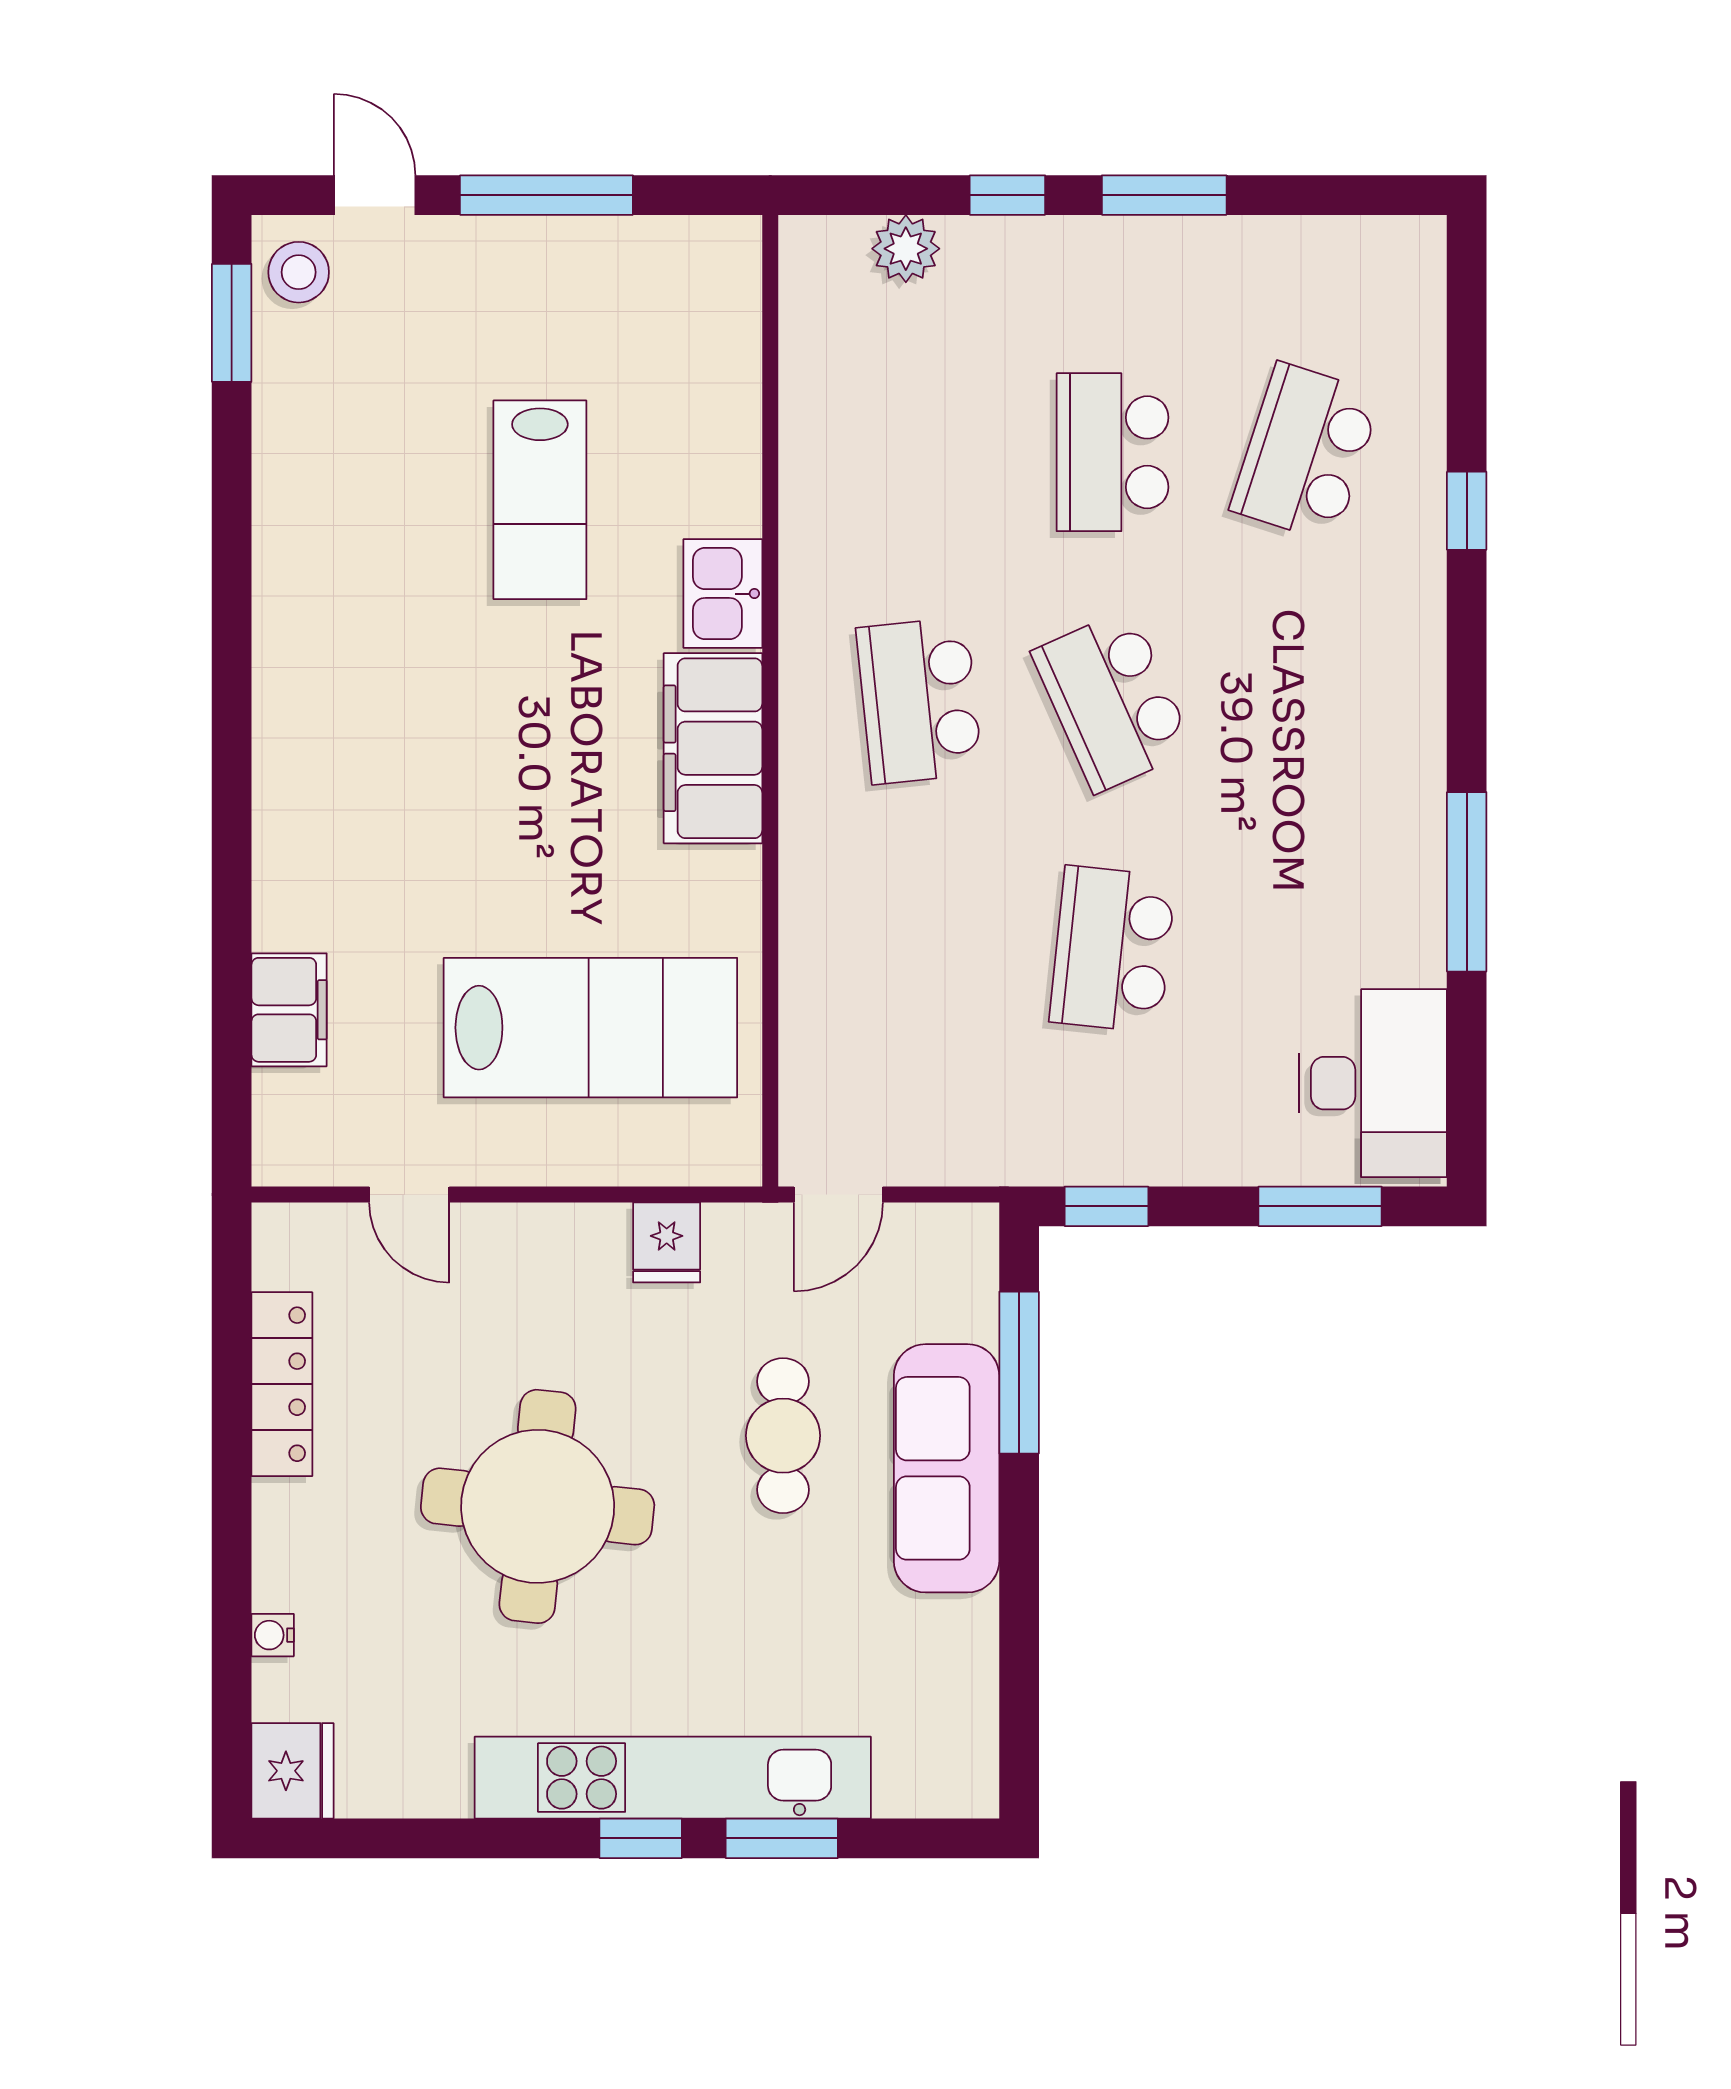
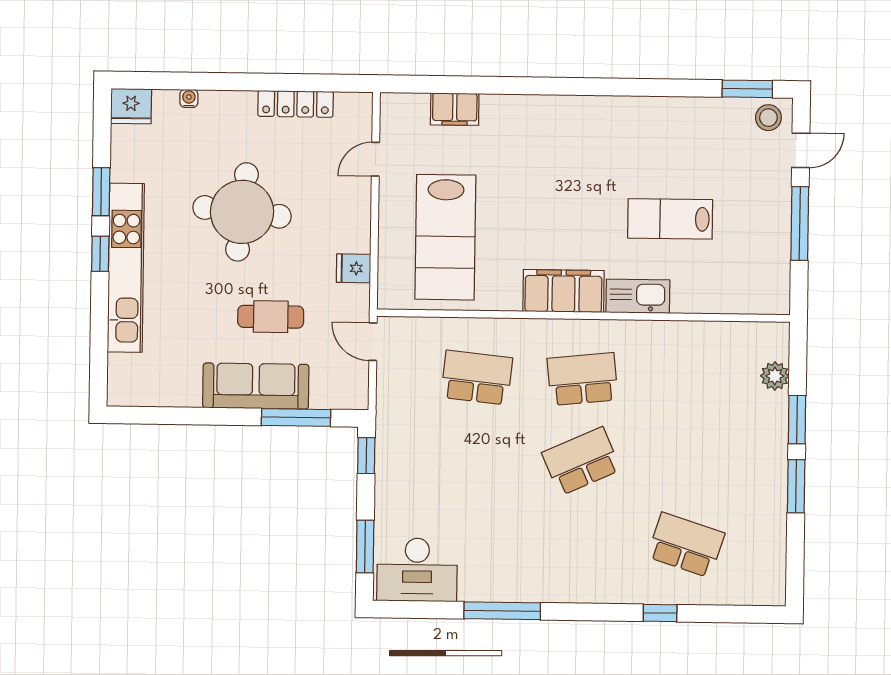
window: (1007, 195) -> (797, 420), width x1.50
school desk: (1113, 452) -> (687, 463), removed
kitchen sink: (723, 594) -> (638, 296), width x1.38
school desk: (1113, 949) -> (477, 378), moved
window: (782, 1838) -> (101, 192), moved

